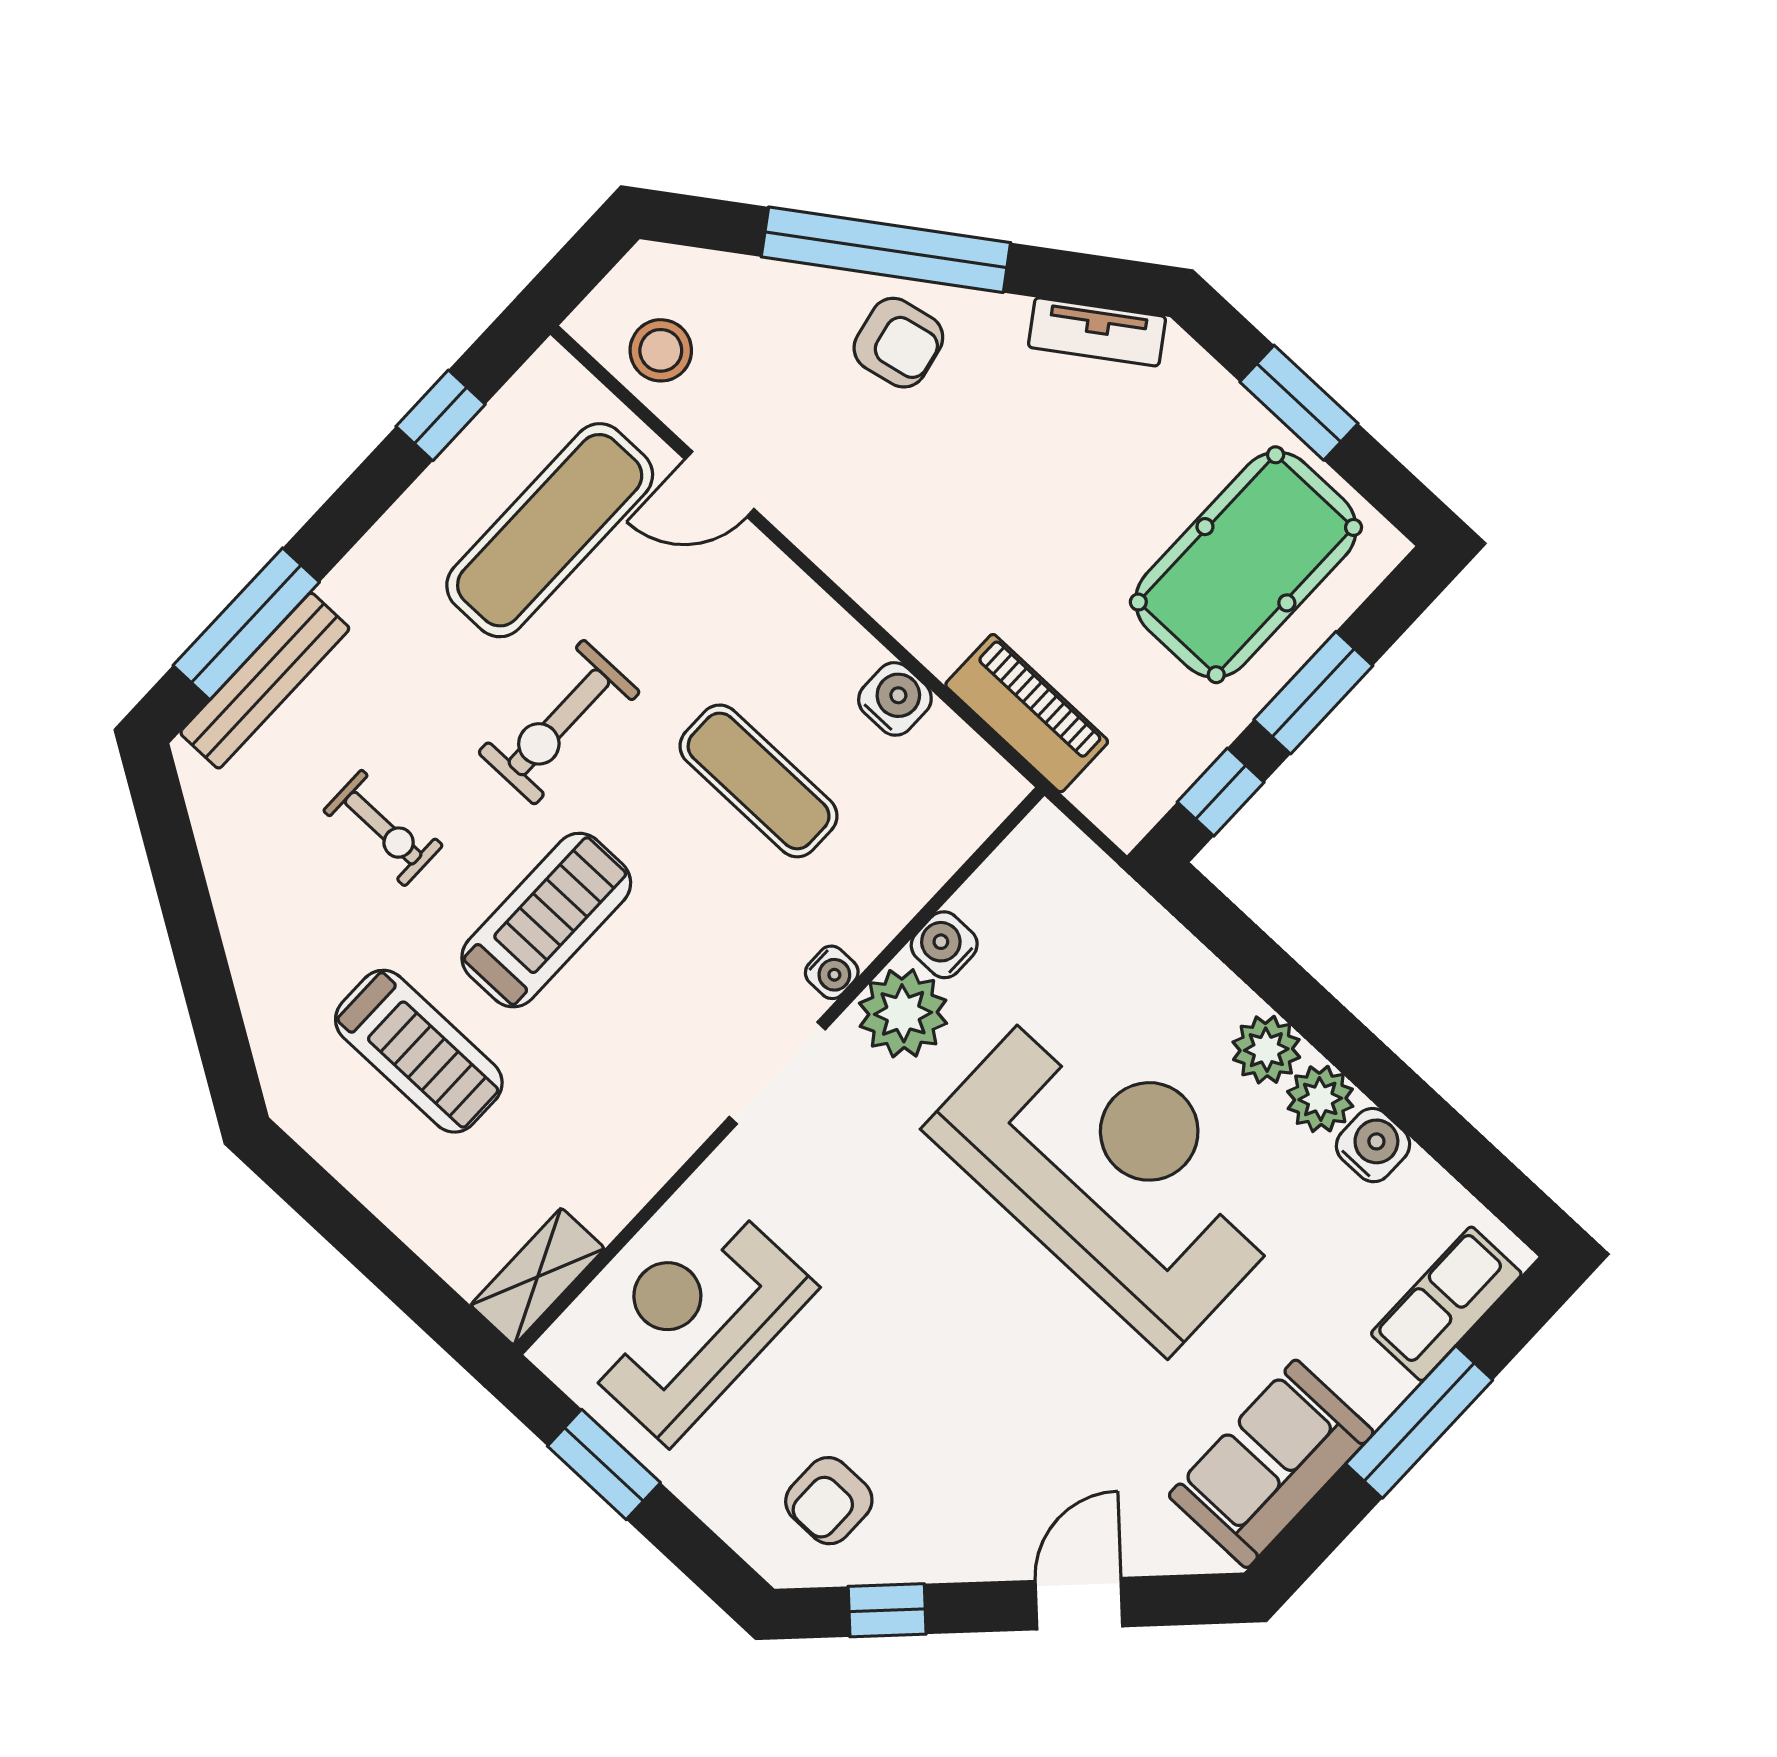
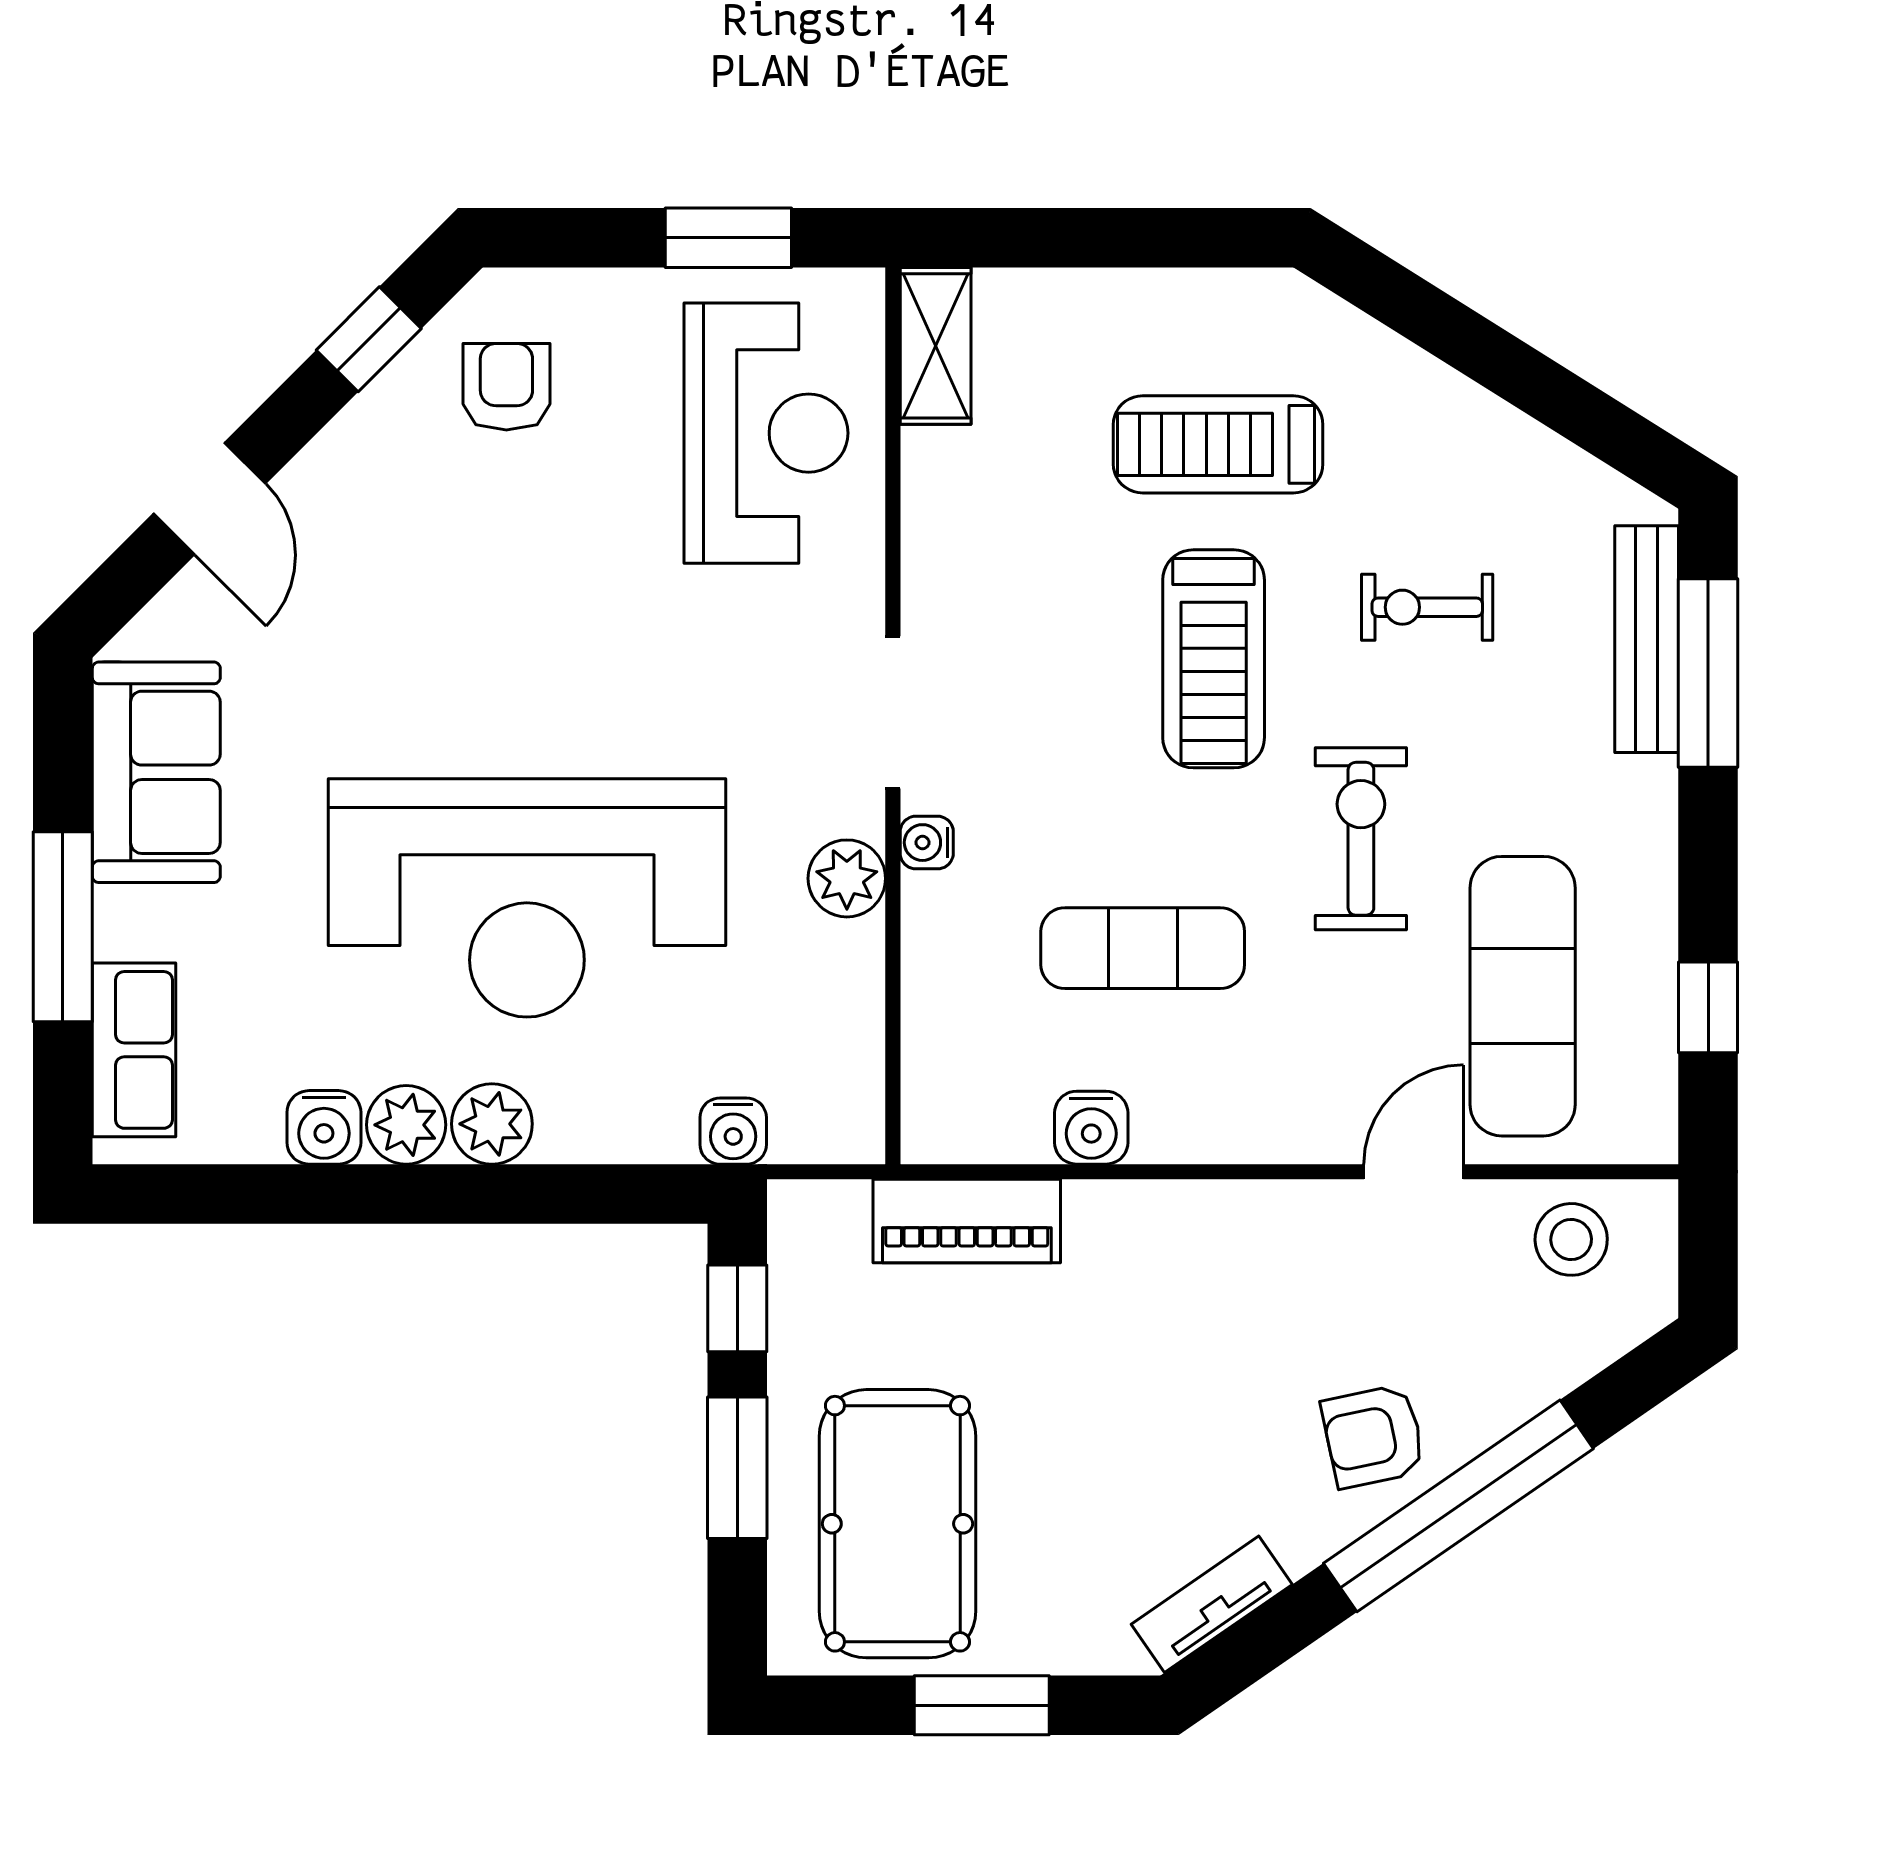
water cooler: (944, 945) -> (733, 1131), moved, turned 90
plant: (903, 1013) -> (847, 878), width x0.73, depth x0.73

